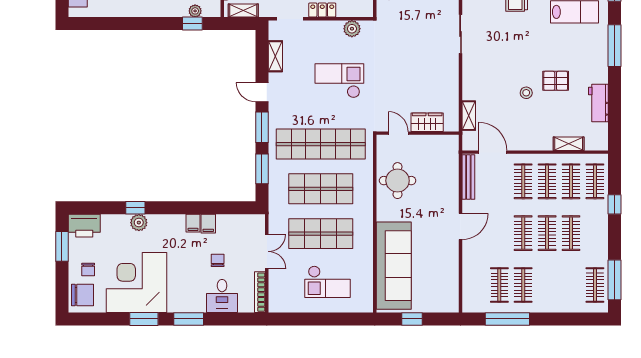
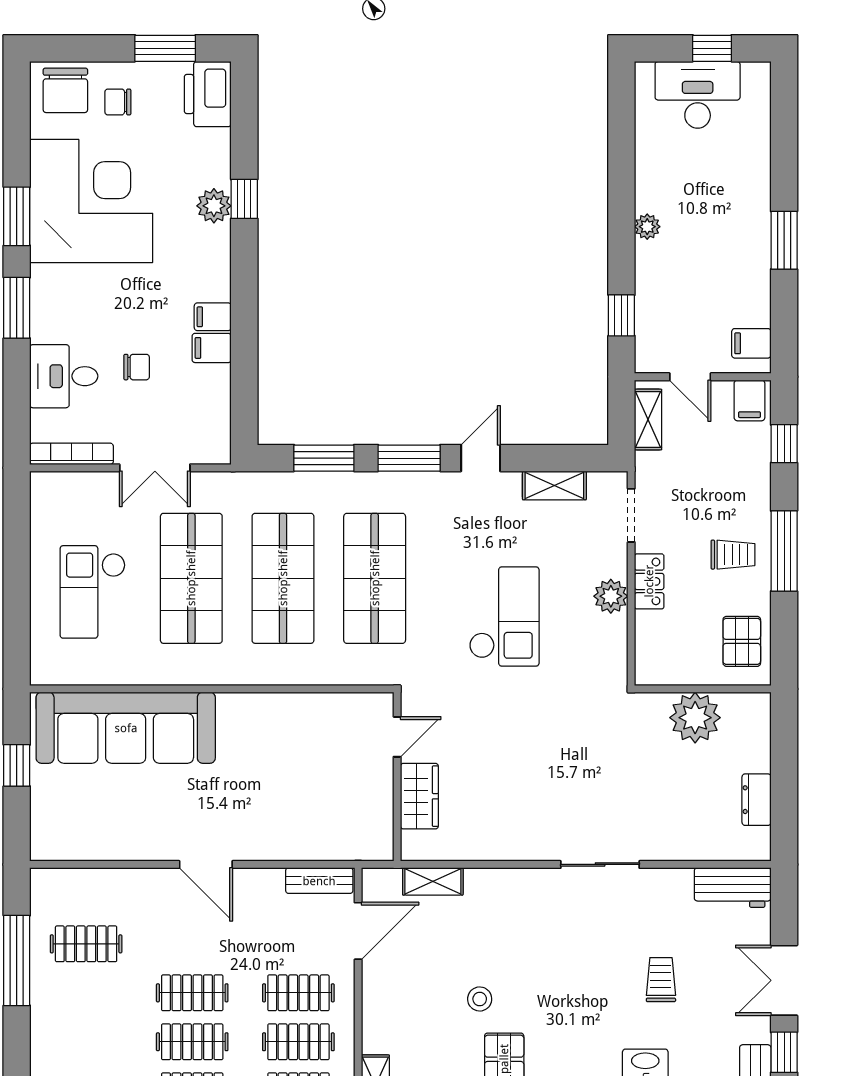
plant: (195, 11) -> (647, 227), moved
plant: (352, 29) -> (611, 596), moved
shop shelf: (321, 144) -> (375, 578), width x0.71
bench: (468, 177) -> (319, 881), width x0.73
round table: (398, 181) -> (300, 736), removed
clothes rail: (523, 285) -> (86, 993), removed

